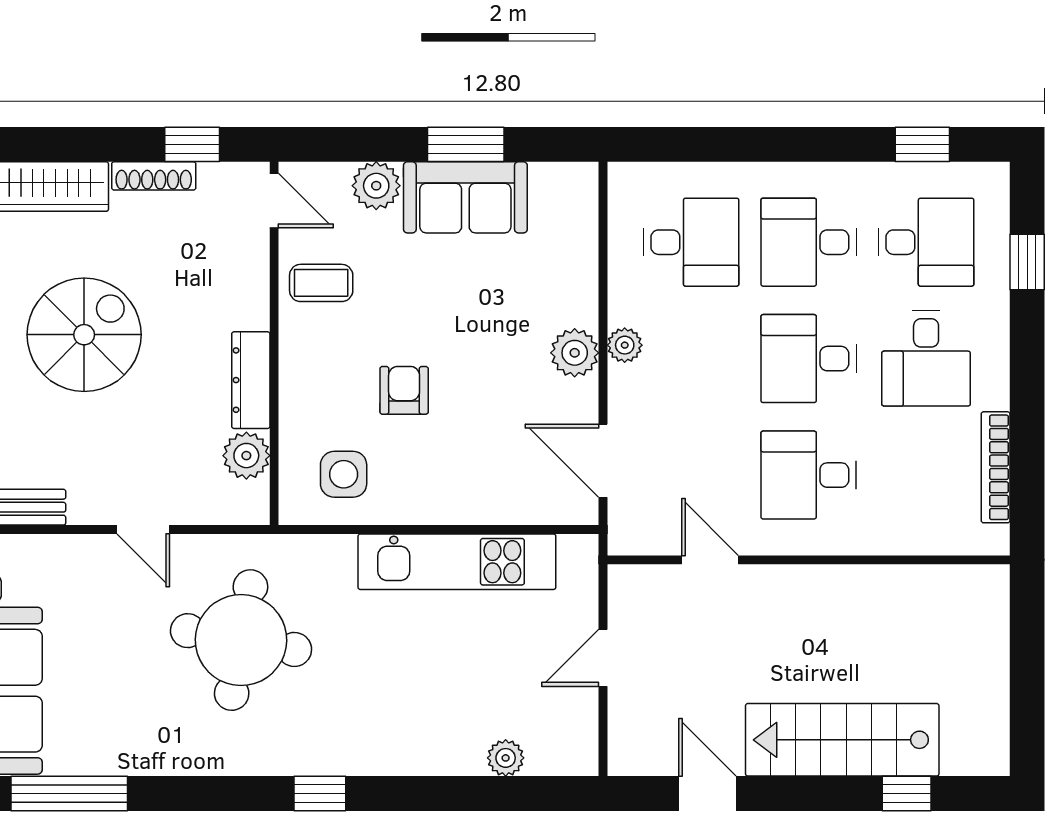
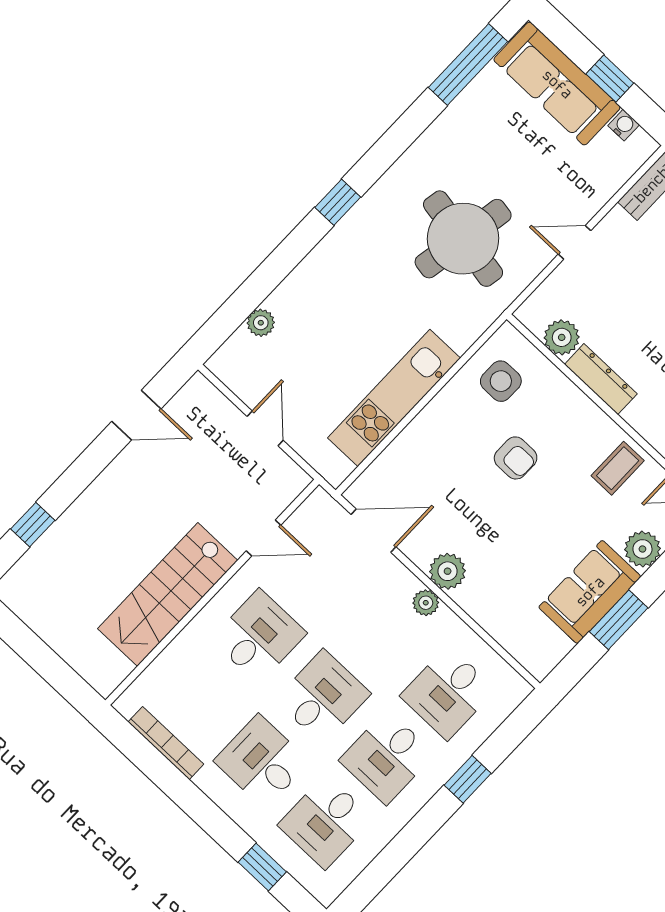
window: (922, 144) -> (468, 779), moved
desk: (809, 242) -> (387, 757), turned 180
stairs: (842, 740) -> (168, 594), moved, turned 180

